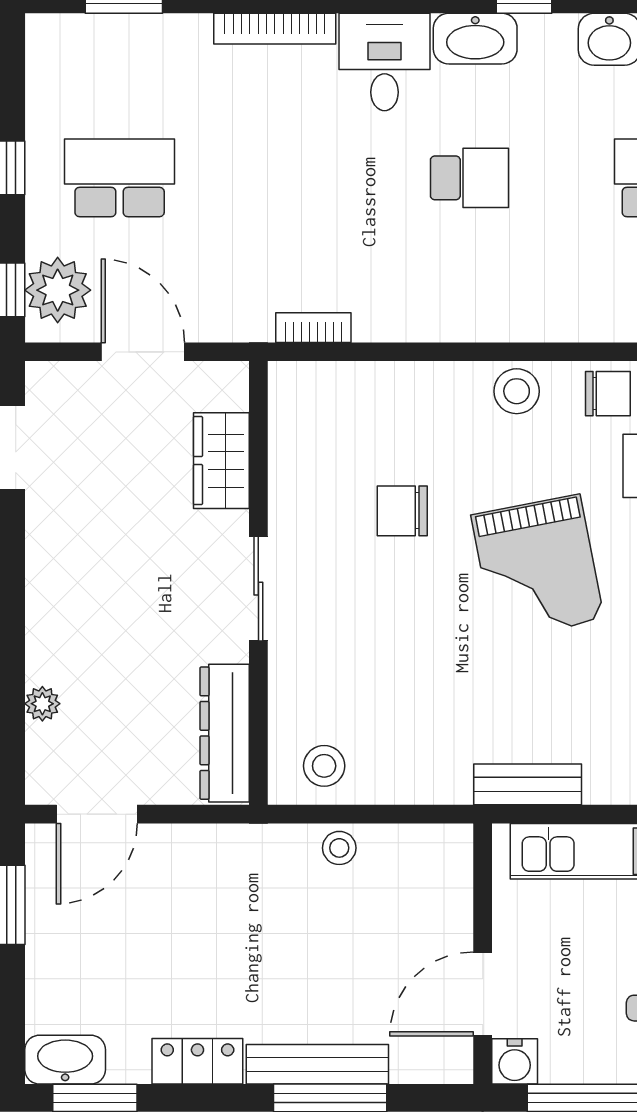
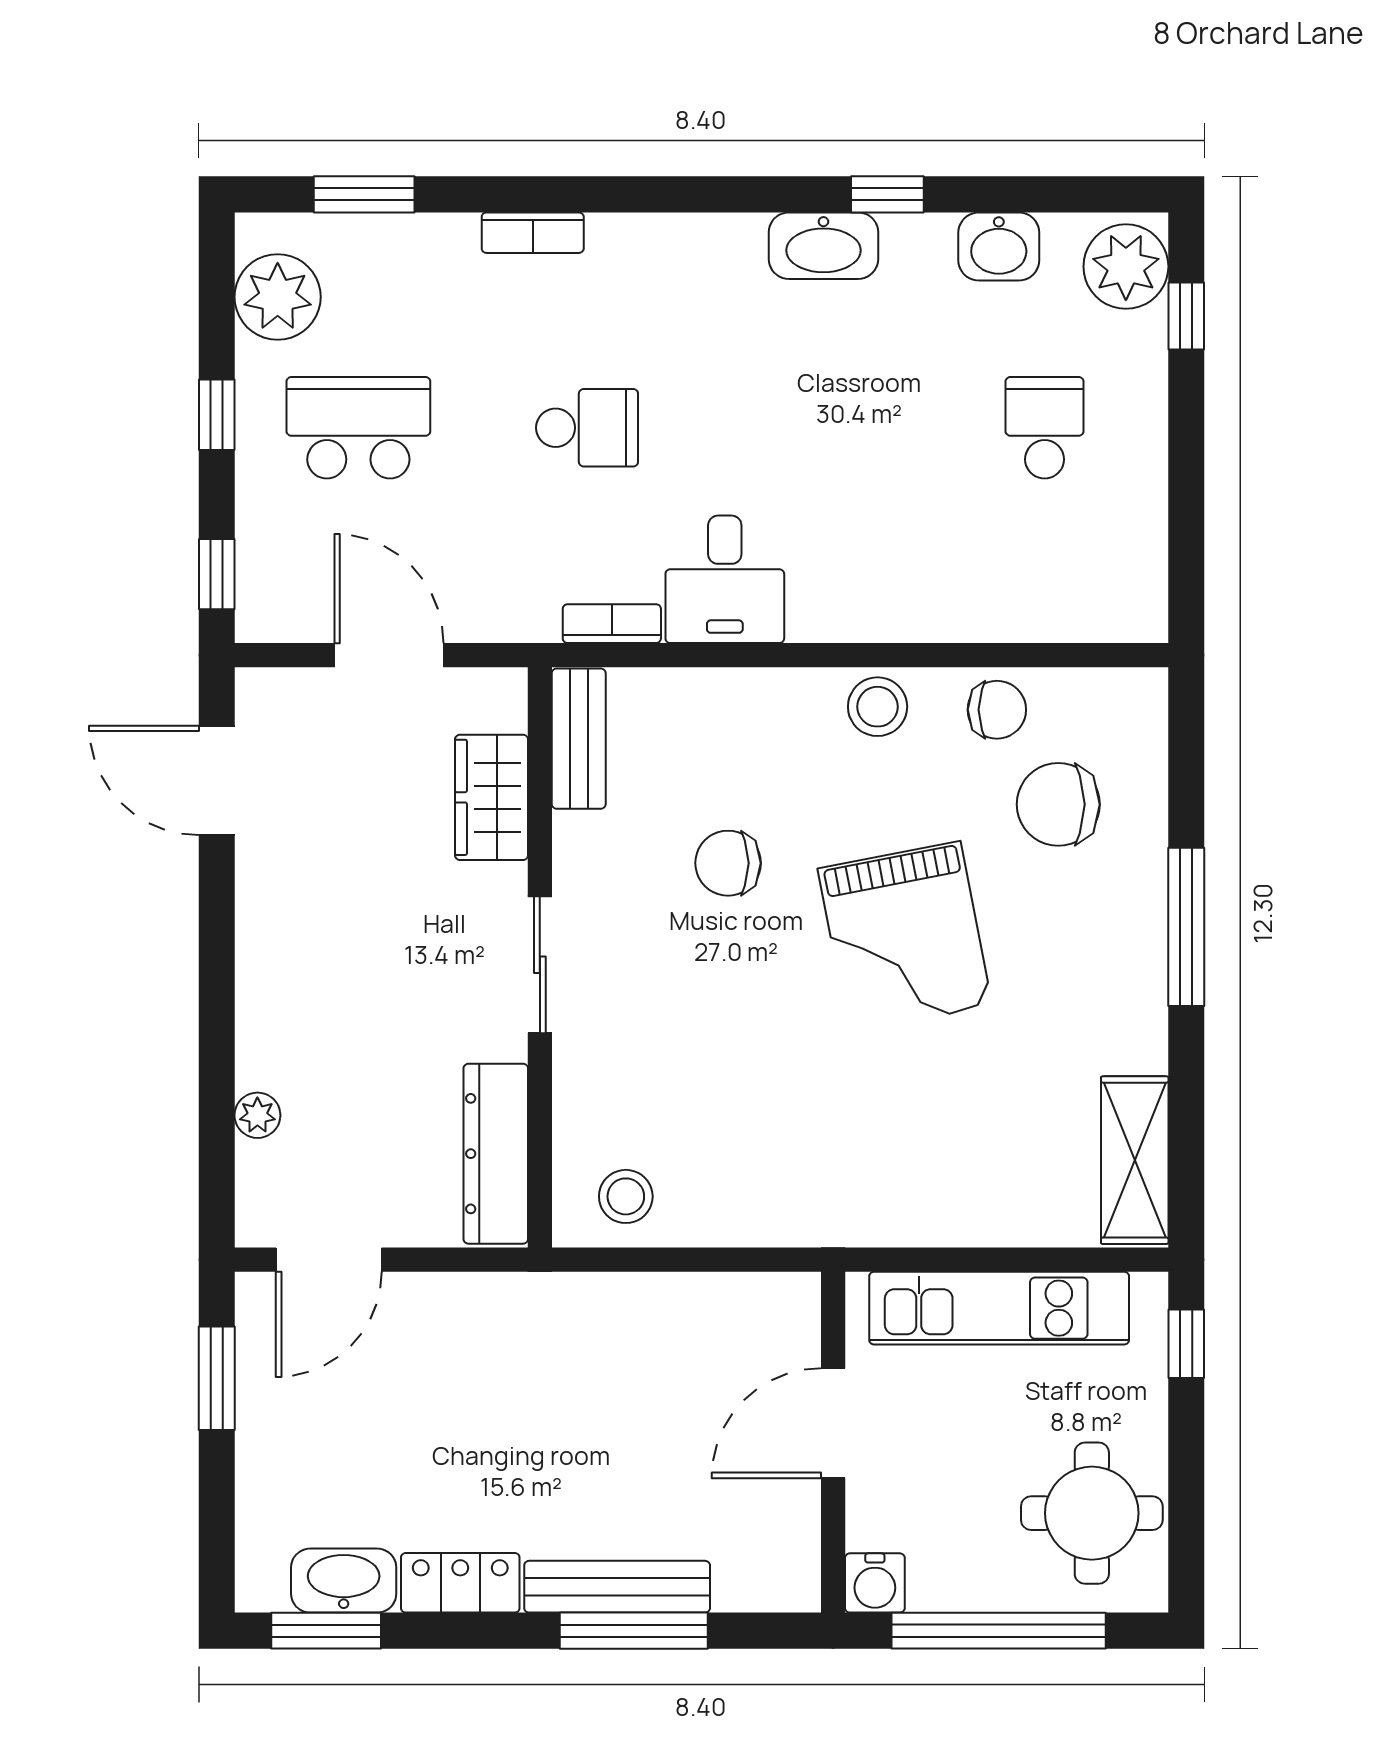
bookcase: (275, 29) -> (533, 233), width x0.64
desk: (385, 62) -> (725, 579), moved, turned 180
school desk: (469, 178) -> (587, 428), moved
plant: (58, 290) -> (278, 297), moved
bench: (528, 784) -> (579, 739), moved, turned 90
stool: (339, 848) -> (646, 1304), removed
door: (483, 994) -> (833, 1423), moved
washbasin: (65, 1060) -> (344, 1581), moved

